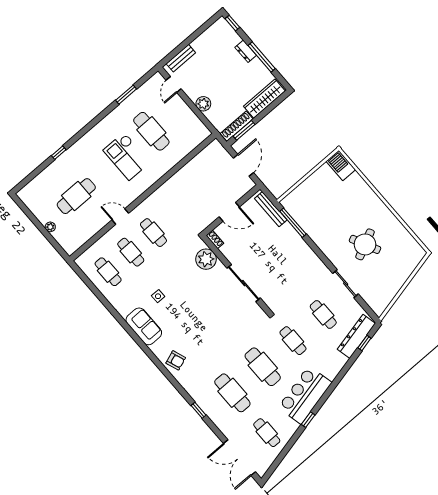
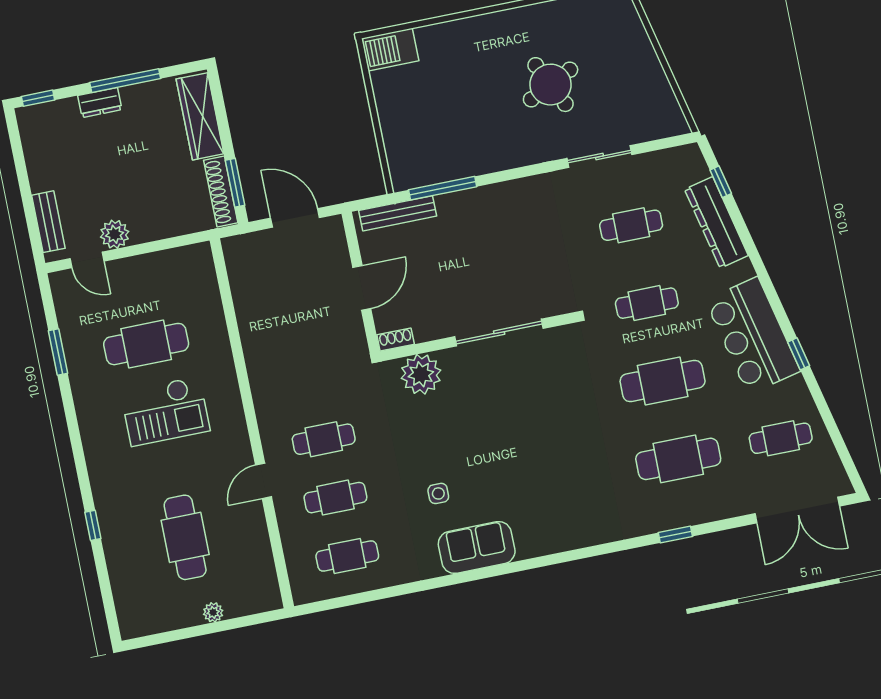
plant: (203, 104) -> (115, 234), moved
dresser: (356, 336) -> (716, 222), moved
armchair: (176, 360) -> (567, 525), removed

